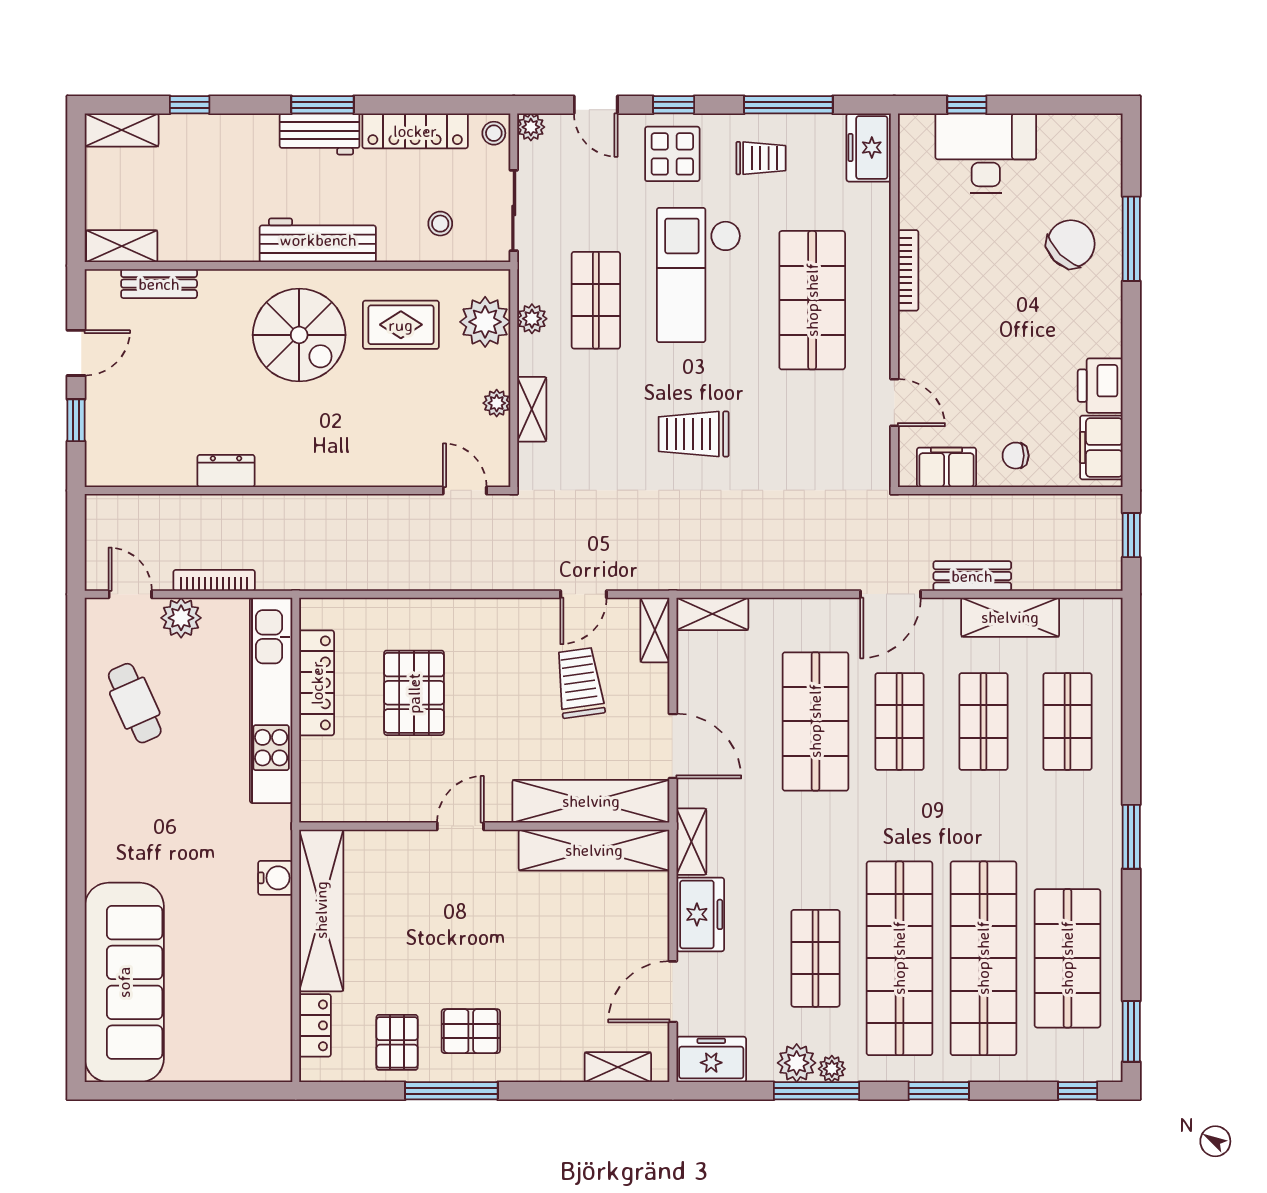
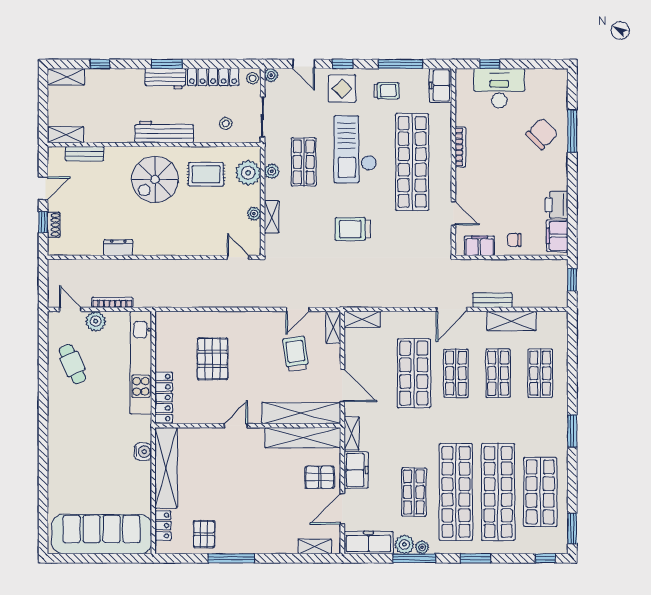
shop shelf: (812, 300) -> (412, 162), width x1.40
spiral stairs: (299, 335) -> (155, 179), turned 90
shoe rack: (97, 426) -> (54, 225), added
locker: (317, 683) -> (164, 398), moved
sofa: (124, 982) -> (102, 534), moved, turned -90
pallet: (471, 1031) -> (320, 477), moved
freezer: (711, 1059) -> (369, 543), width x1.40

